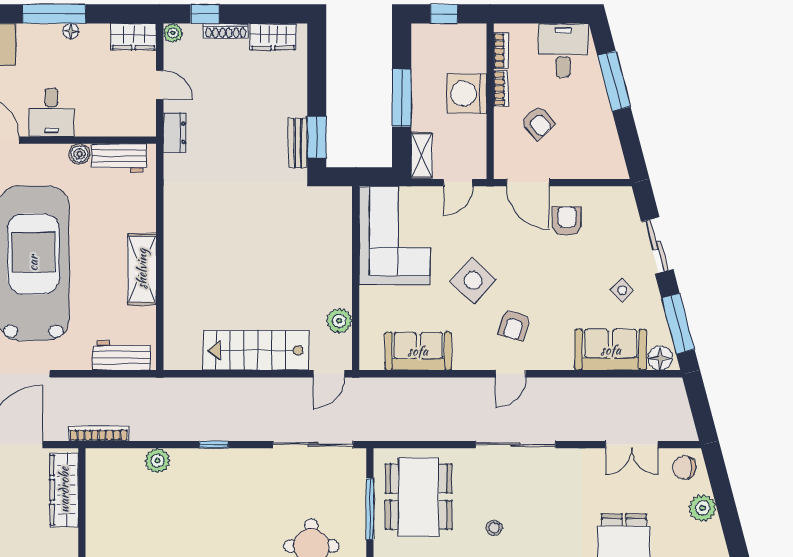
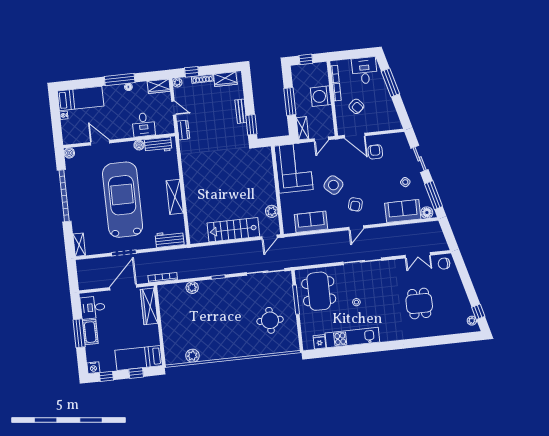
desk: (52, 112) -> (144, 125), moved
bench: (298, 143) -> (241, 111), moved
plant: (703, 508) -> (455, 282), removed

